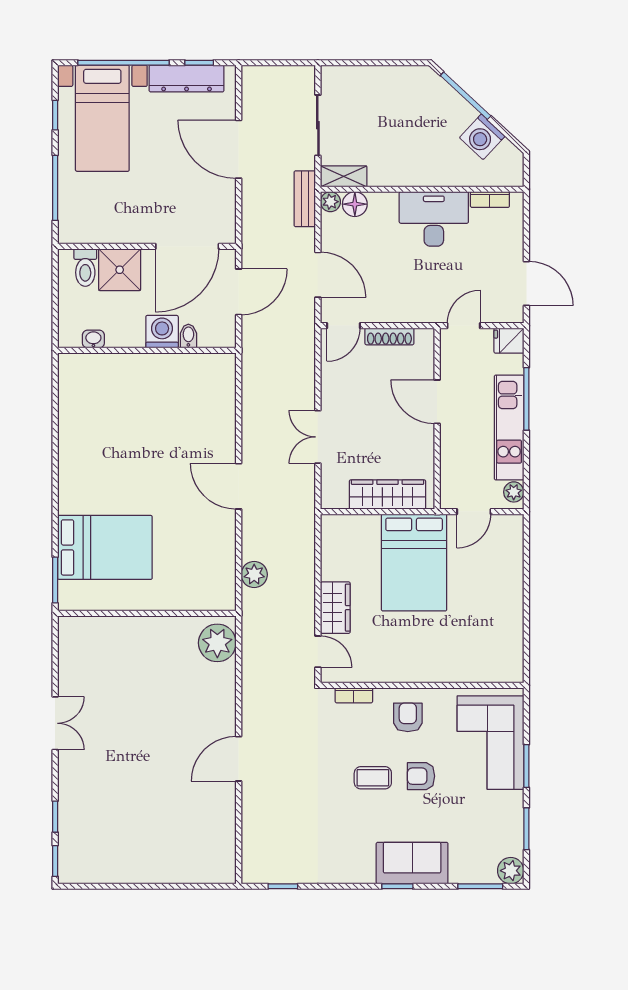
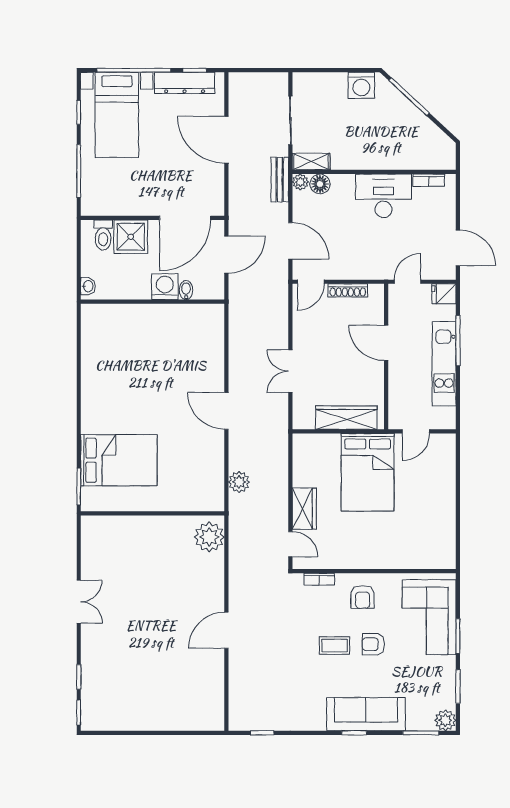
washing machine: (482, 137) -> (361, 85), moved, turned -43
washbasin: (93, 339) -> (88, 286), moved, turned 90
plant: (514, 492) -> (448, 416), removed
armchair: (408, 717) -> (363, 597), turned 180
sofa: (412, 863) -> (366, 714), width x1.36

